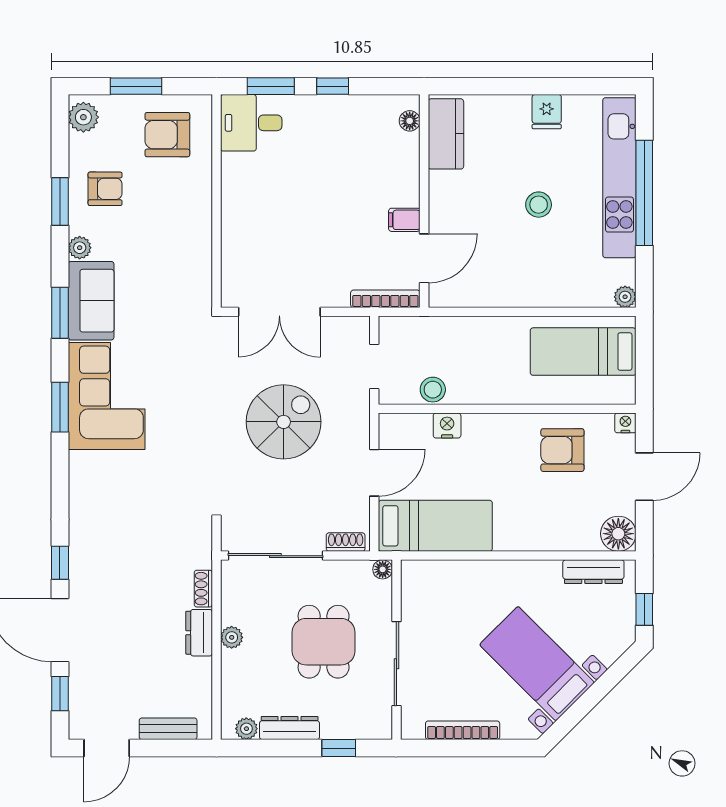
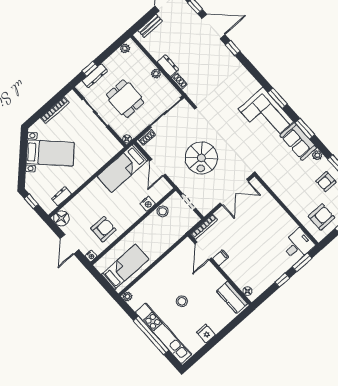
double door: (279, 312) -> (234, 192), swing flipped
dresser: (593, 572) -> (61, 196), width x0.70
dresser: (290, 728) -> (95, 76), moved

